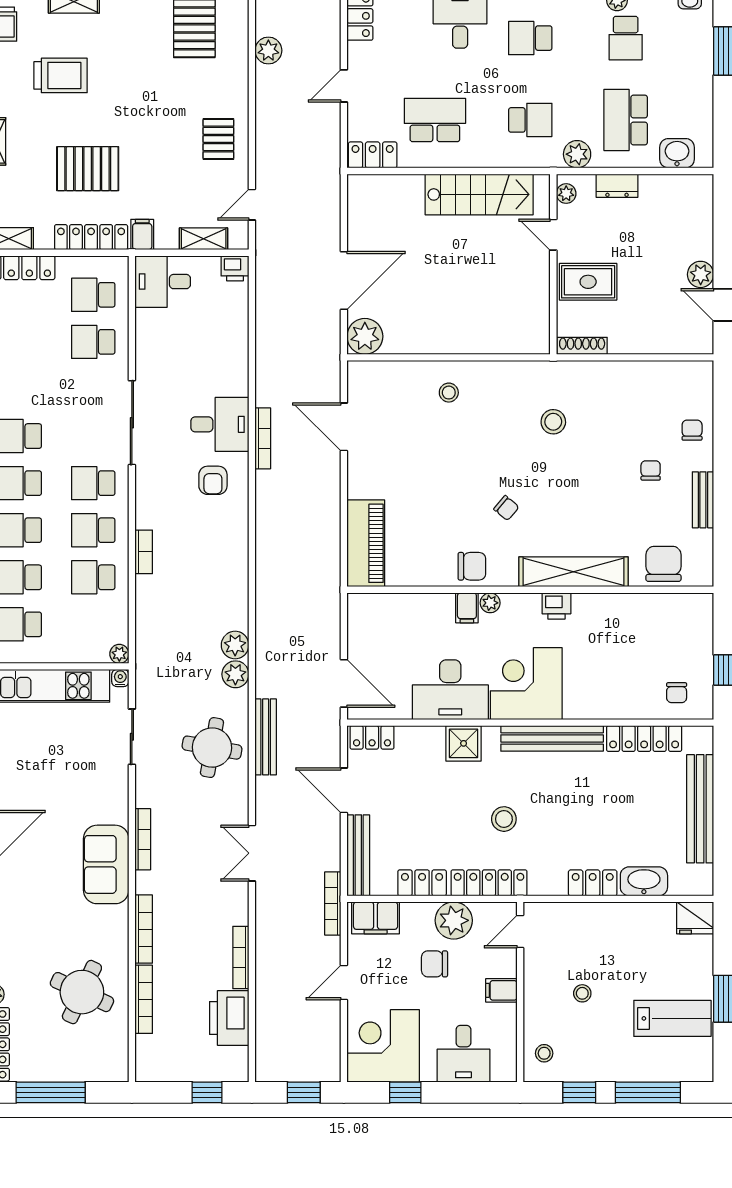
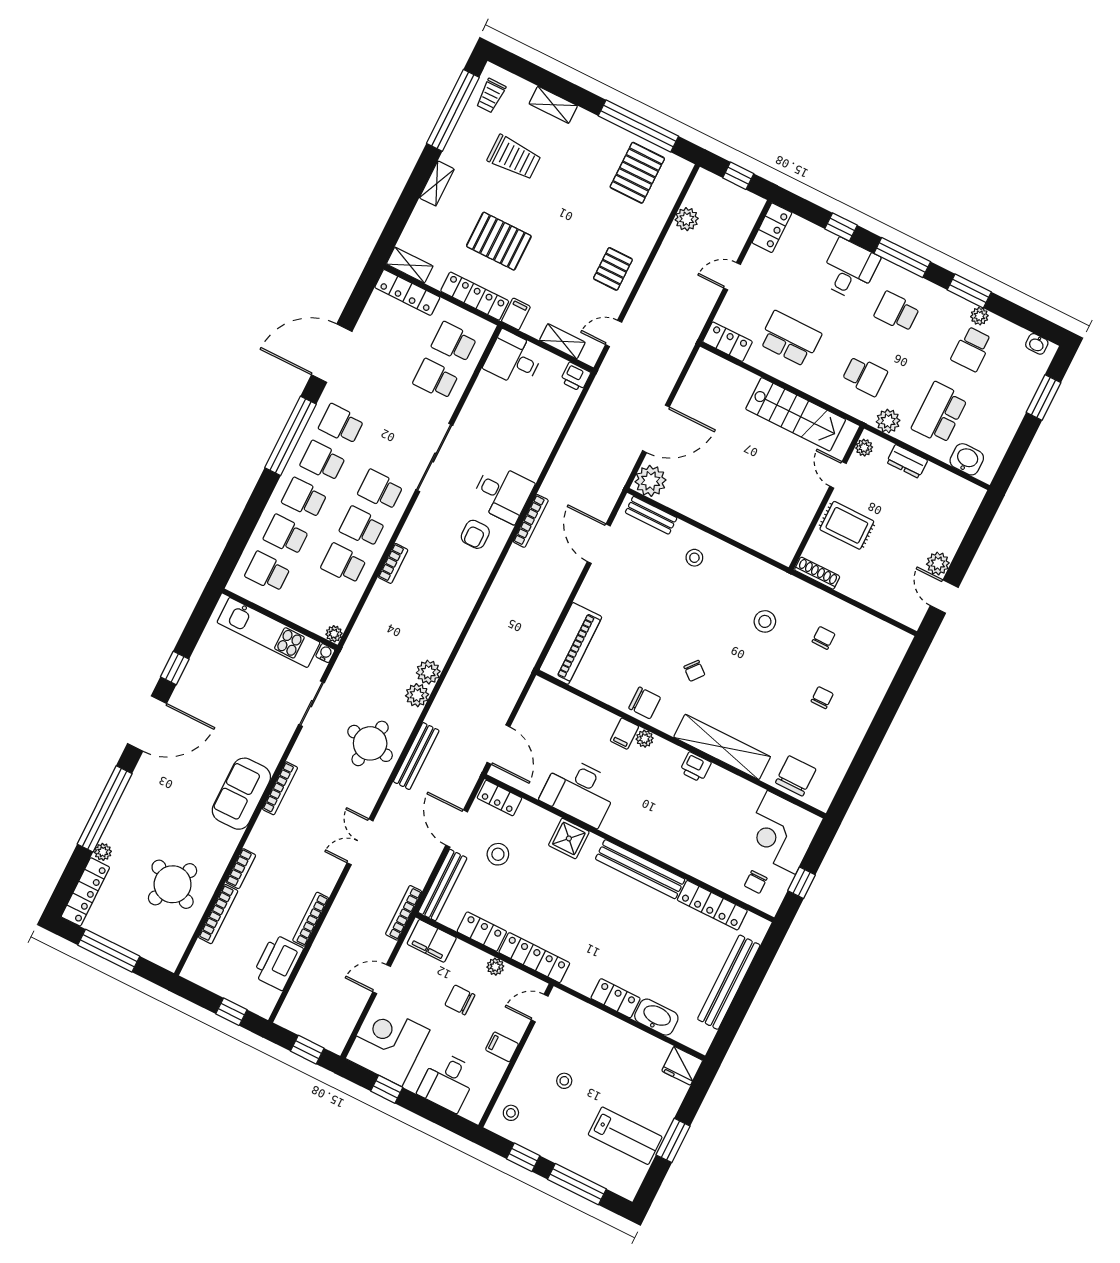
chair: (692, 430) -> (824, 638), moved
bench: (703, 500) -> (651, 515), moved, turned 90
corner desk: (526, 684) -> (782, 832), moved, turned -90
stool: (504, 819) -> (498, 854), moved
plant: (454, 920) -> (495, 967), width x0.53, depth x0.53
bookcase: (144, 929) -> (241, 869), width x0.64

